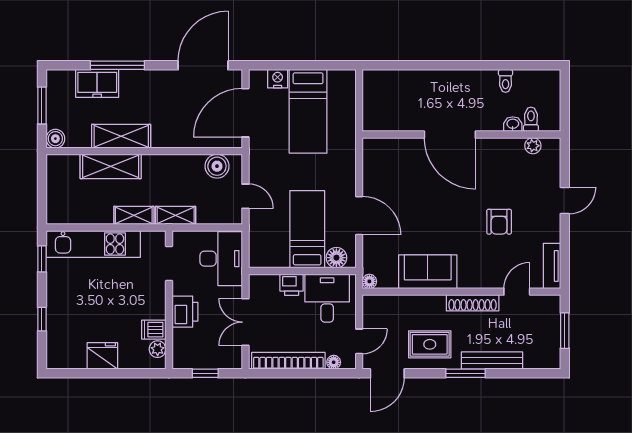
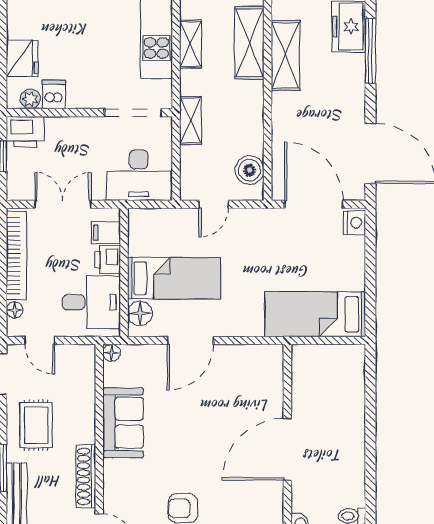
nightstand: (278, 79) -> (354, 223), moved
bed: (308, 111) -> (315, 314), moved
shelving: (134, 215) -> (191, 44), moved
doorway: (169, 263) -> (133, 113), width x1.38
filing cabinet: (269, 286) -> (106, 233), added
printer: (185, 312) -> (25, 132), moved
fridge: (102, 356) -> (22, 58), moved

